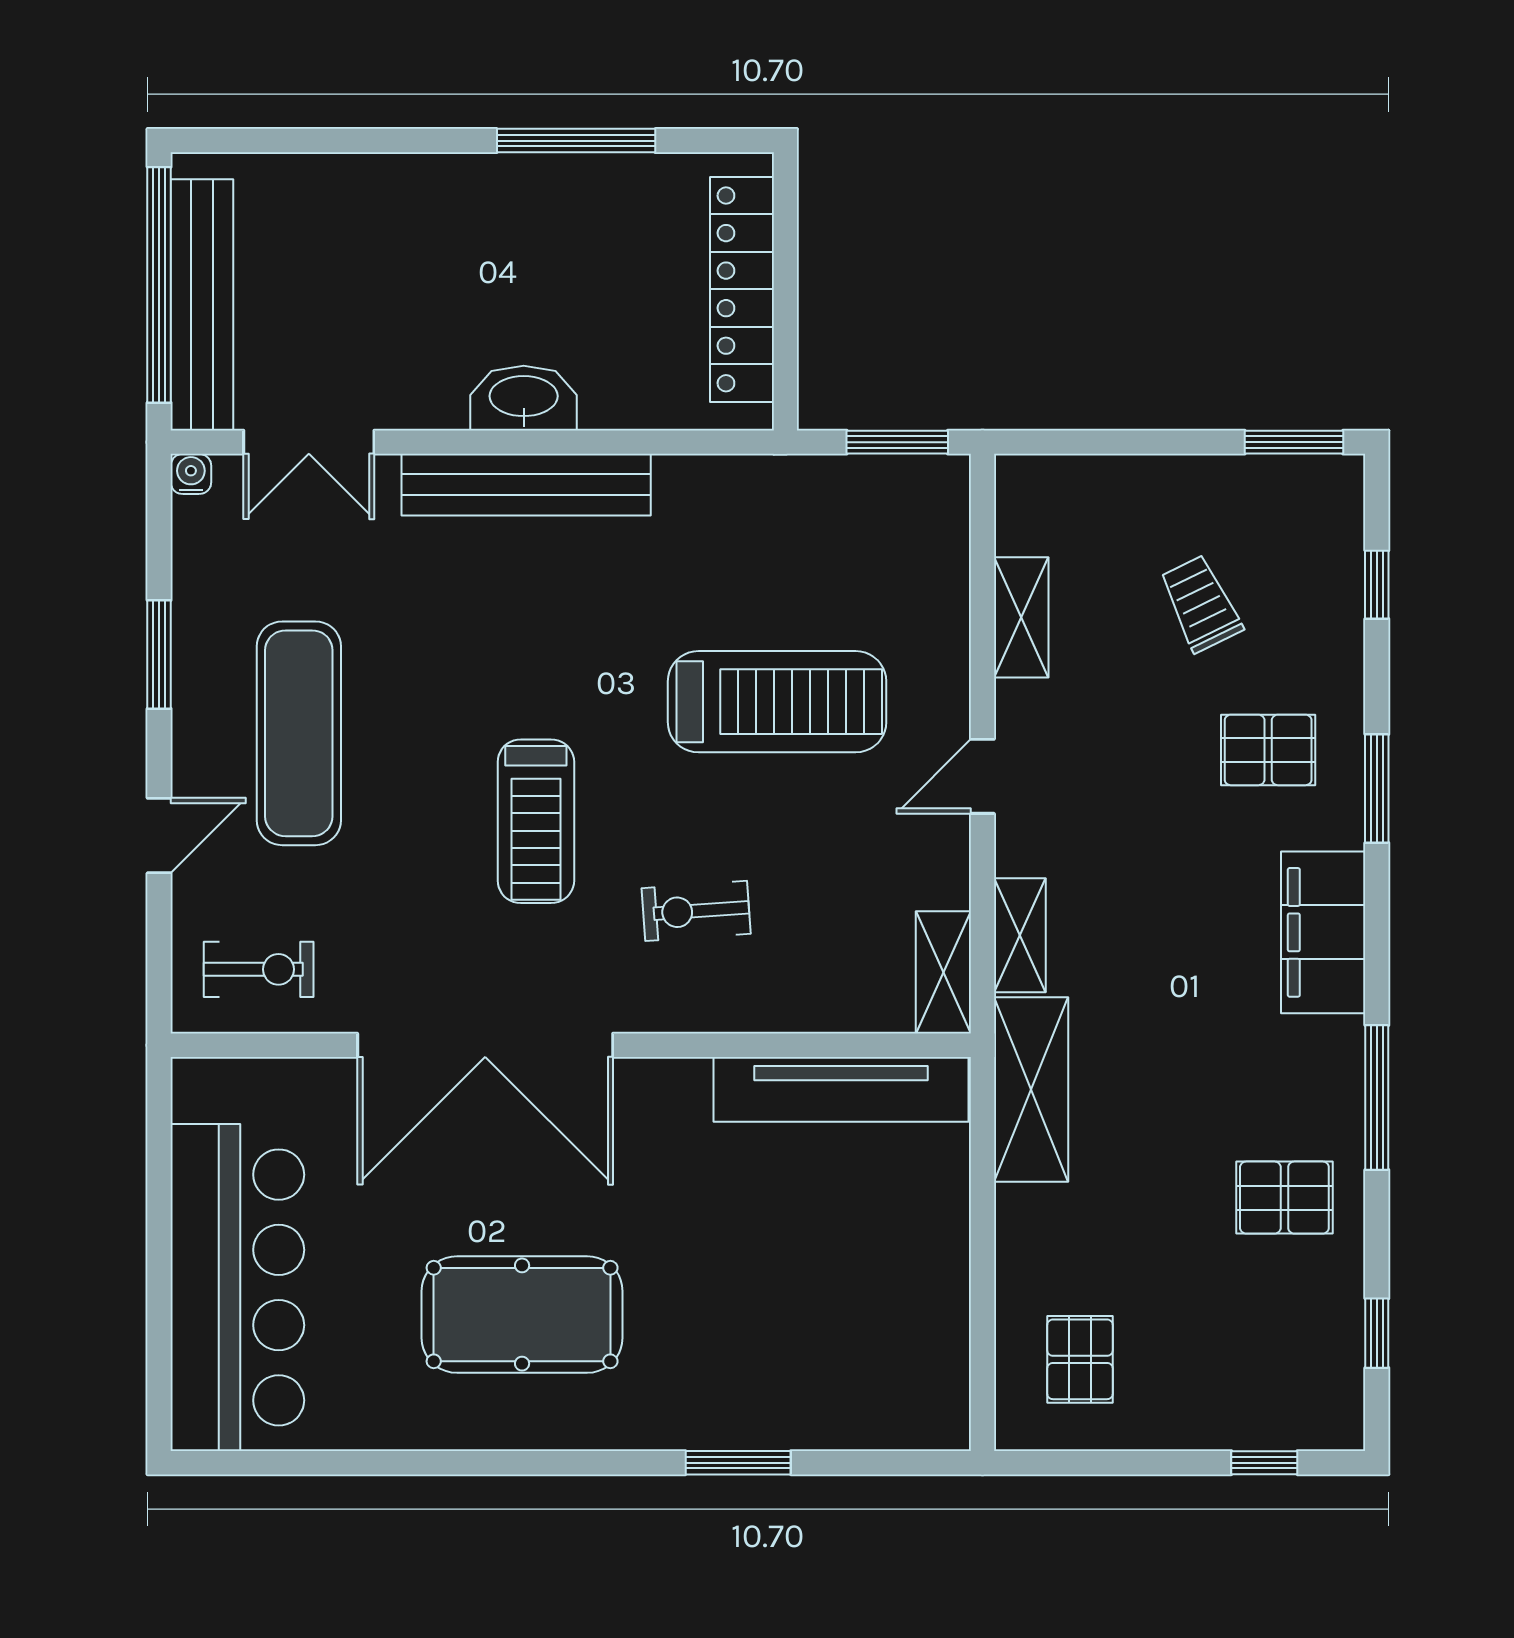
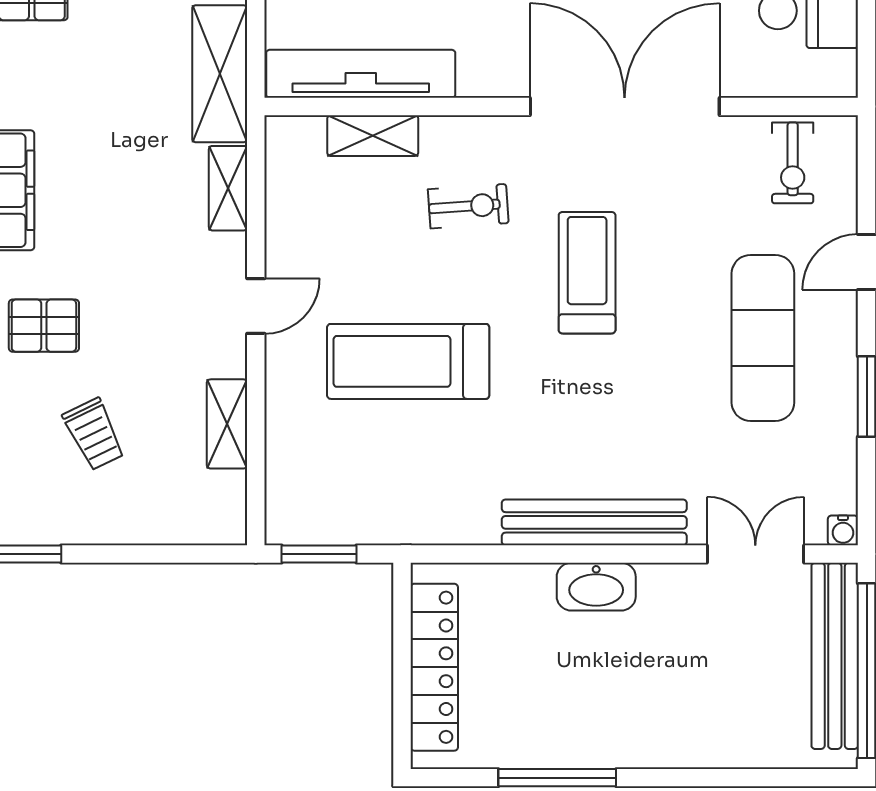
exercise bike: (259, 969) -> (793, 163), turned -90
shelving: (943, 972) -> (373, 136), moved, turned 90

